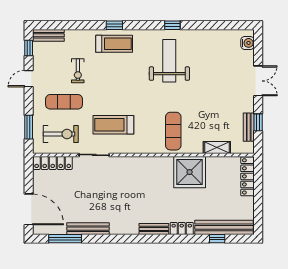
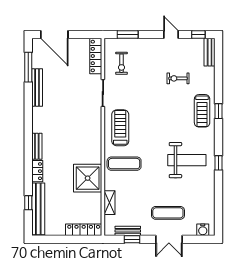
exercise mat: (64, 102) -> (168, 213), moved, turned 90
treadmill: (113, 125) -> (120, 128), moved
exercise bike: (61, 134) -> (122, 63), width x0.73, depth x0.72
door: (29, 209) -> (54, 34), hinge flipped

